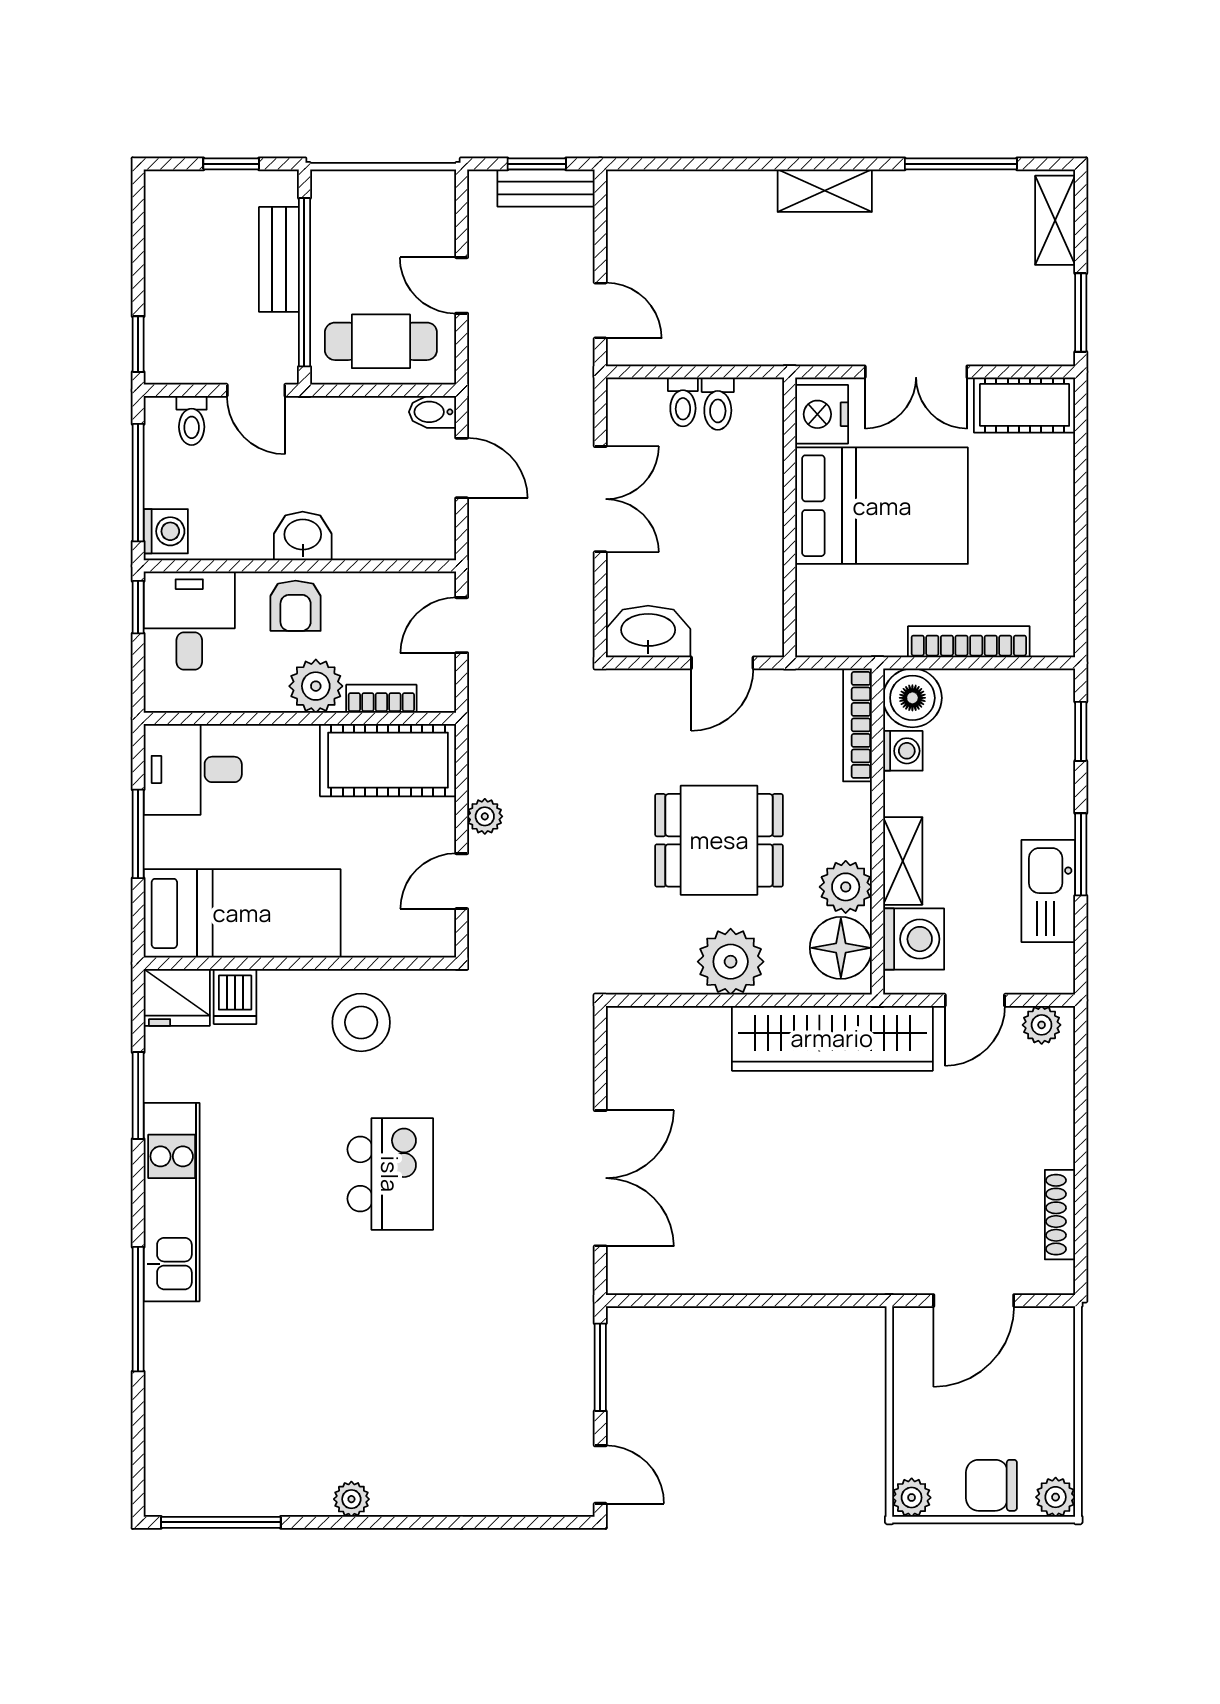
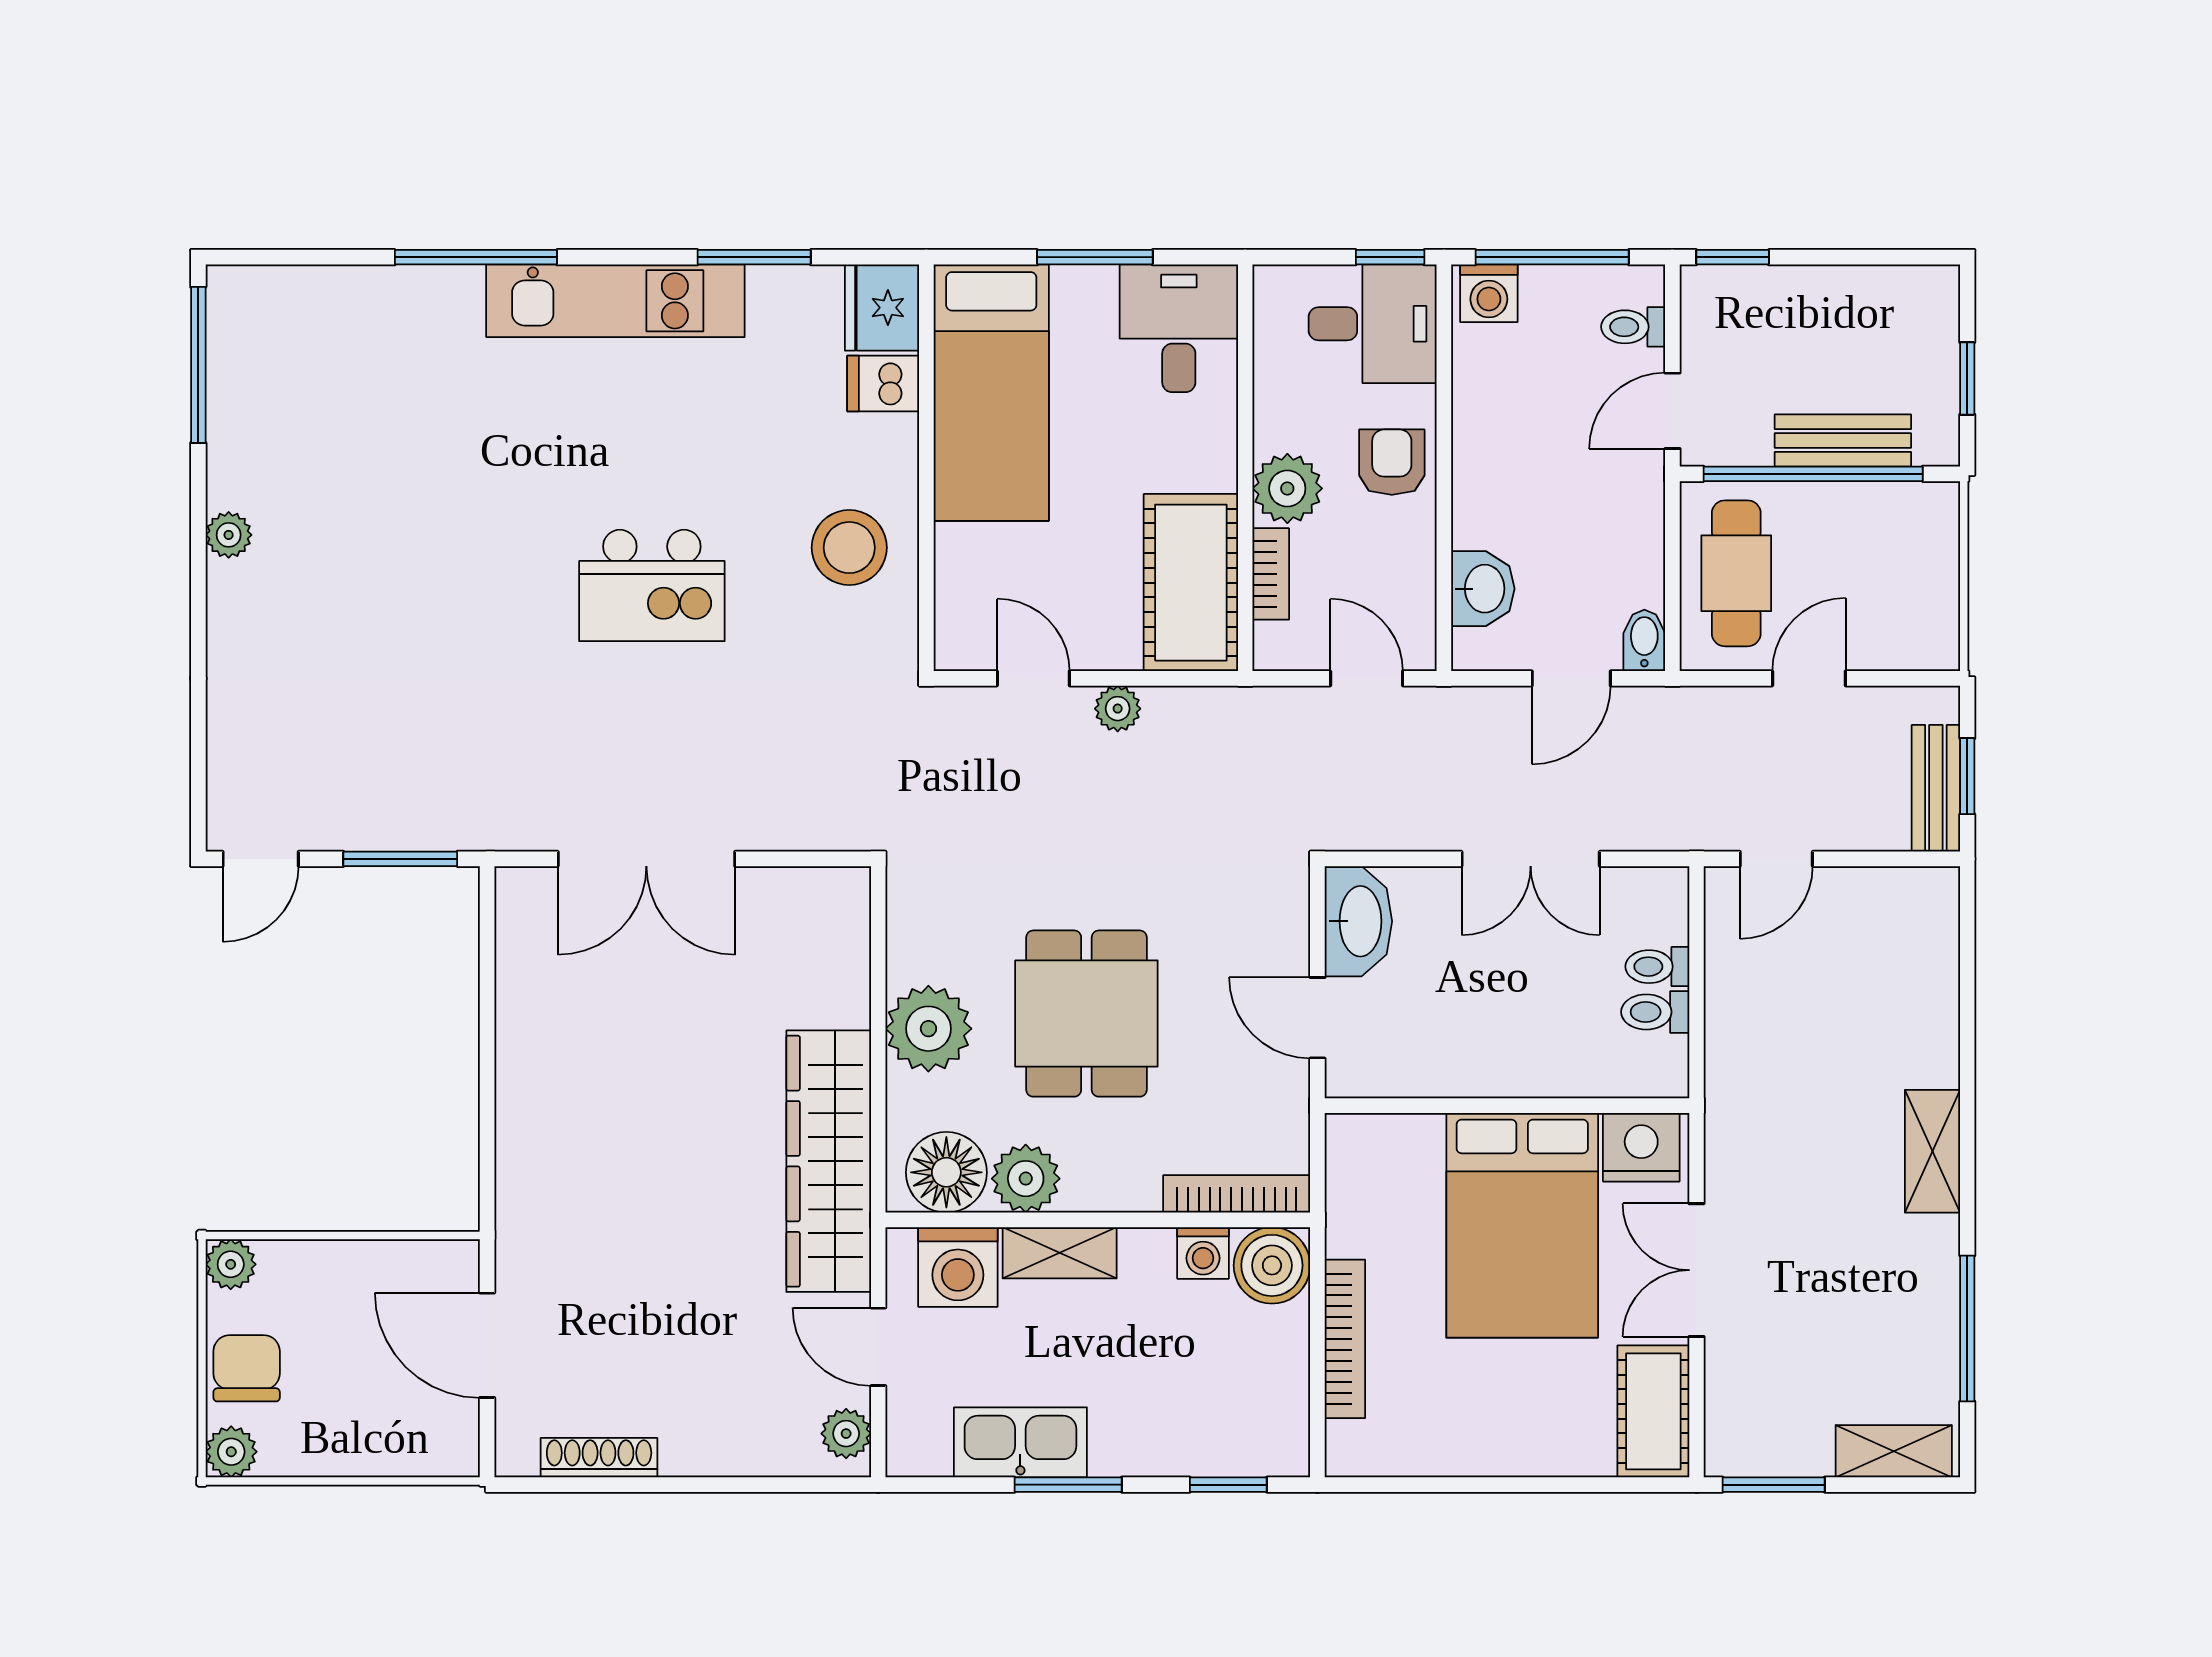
washbasin: (303, 536) -> (1483, 589), moved
armchair: (296, 606) -> (1392, 462), turned 90

